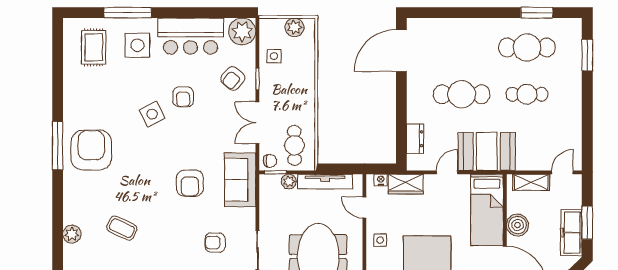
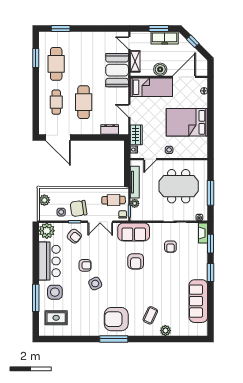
chair: (280, 86) -> (78, 208), added
cafe table: (527, 94) -> (56, 102), moved
booth: (487, 151) -> (117, 70), moved
armchair: (190, 183) -> (136, 261), turned 90
coffee table: (122, 228) -> (150, 315), moved

